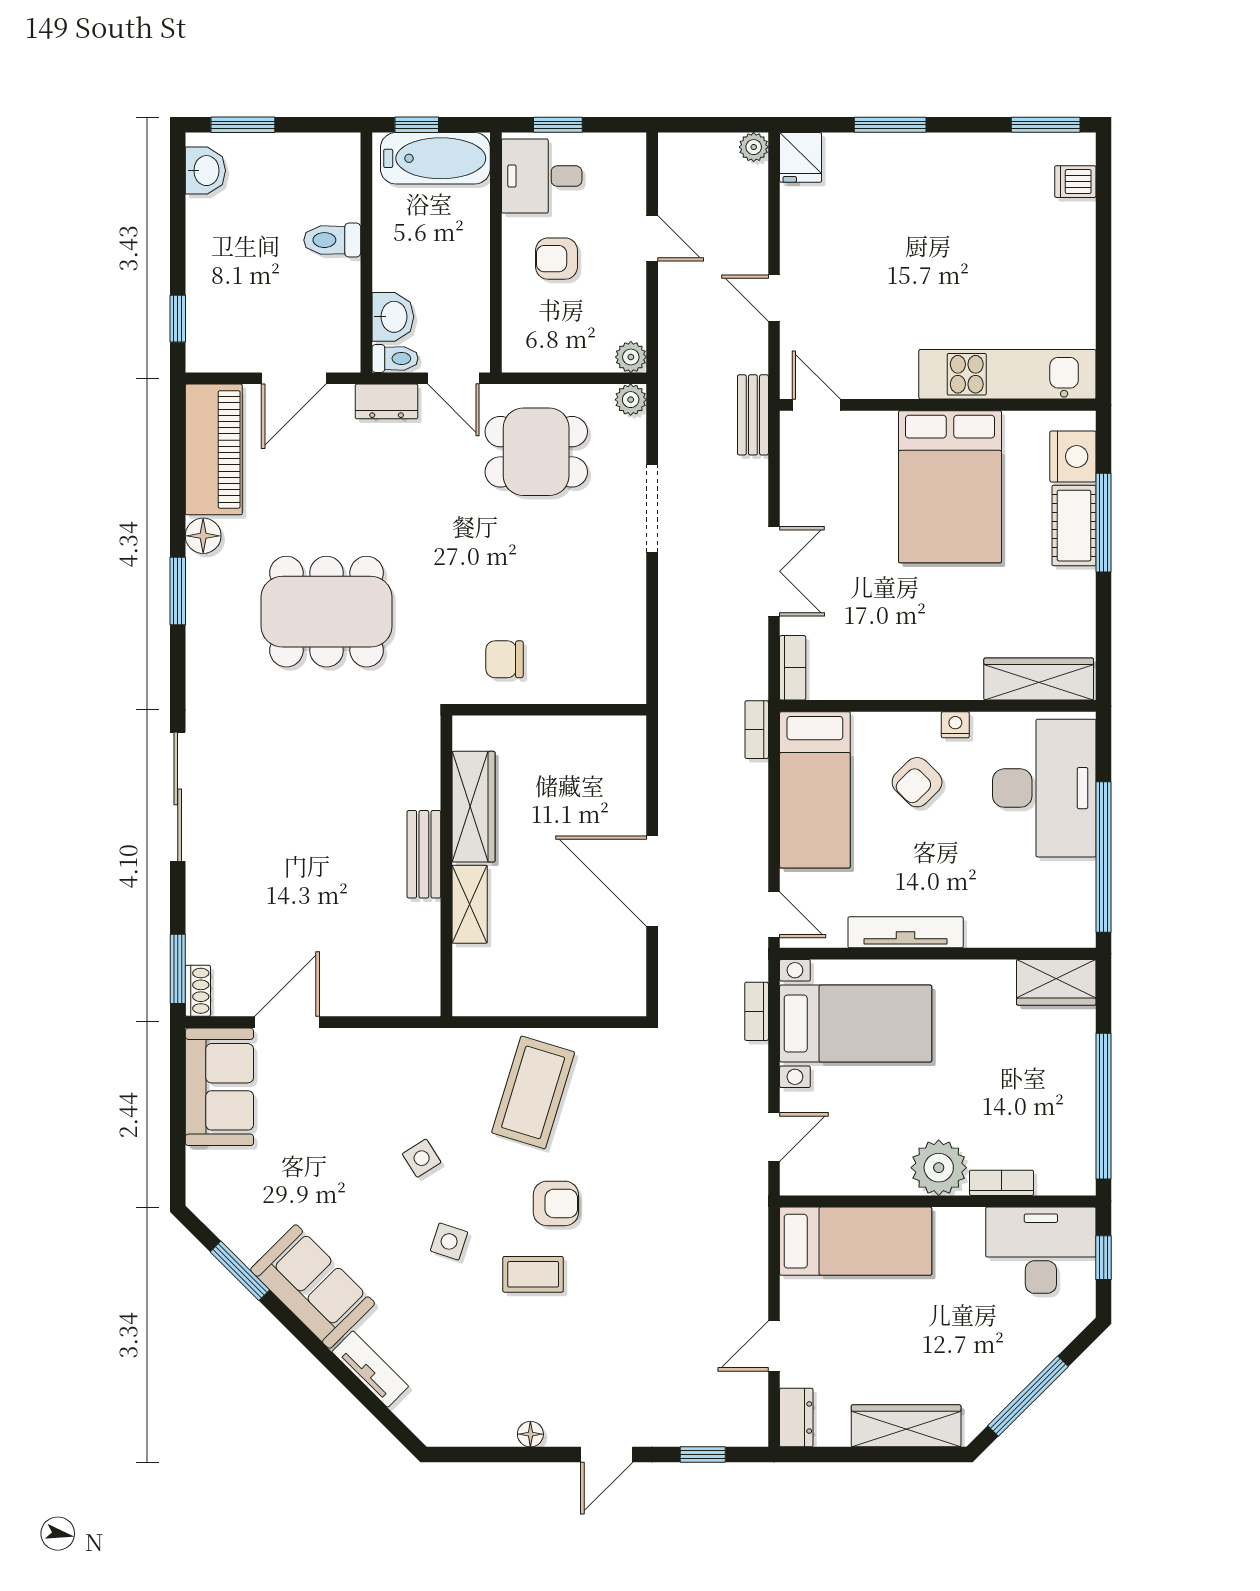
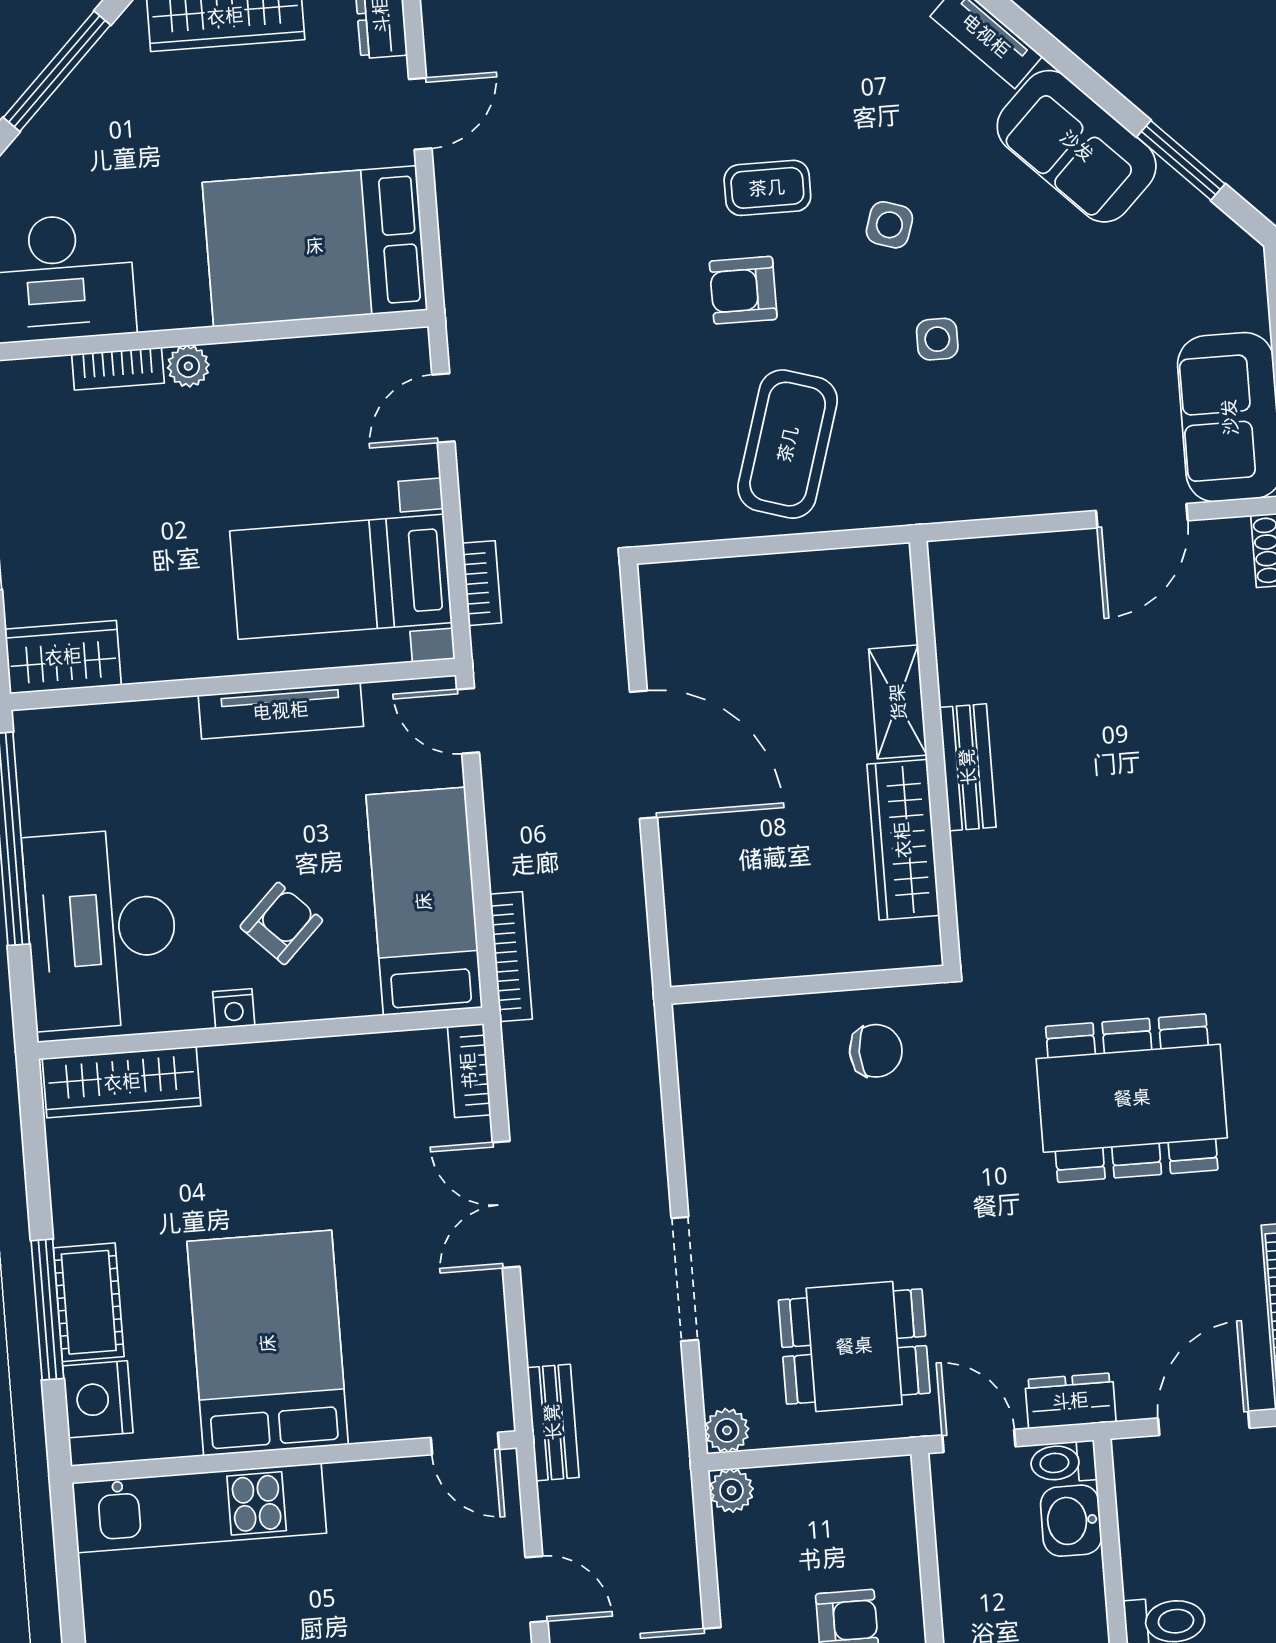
bookcase: (757, 730) -> (511, 957), width x1.56
side table: (422, 1158) -> (937, 339), turned 32
plant: (939, 1168) -> (188, 366), width x0.53, depth x0.53
bed: (856, 1241) -> (315, 246), width x1.50

